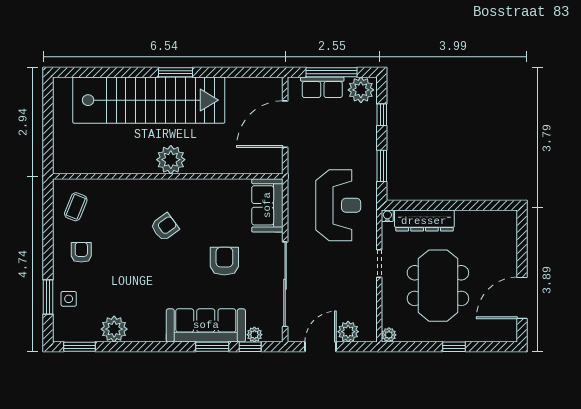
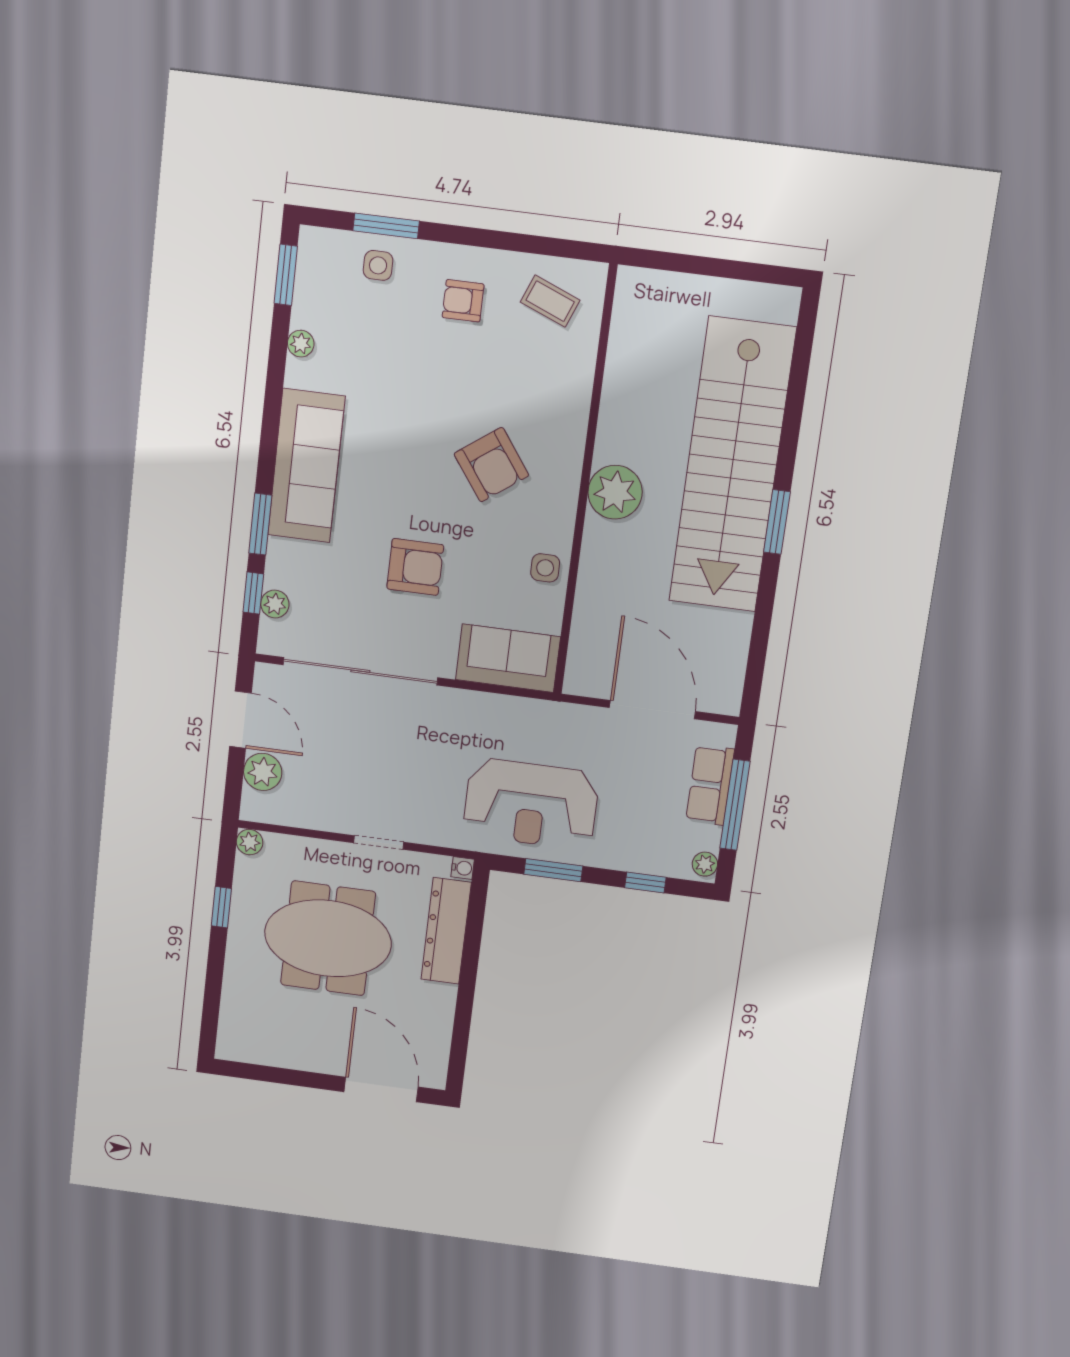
plant: (361, 90) -> (705, 864), width x0.53, depth x0.53
side table: (216, 192) -> (545, 568), added
reception desk: (338, 205) -> (531, 804), moved
armchair: (165, 227) -> (491, 465), width x1.38, depth x1.38
armchair: (81, 252) -> (463, 301), turned 180
door: (522, 298) -> (381, 1089), moved
sofa: (206, 325) -> (306, 466), moved
plant: (114, 329) -> (301, 344), width x0.53, depth x0.53
window: (454, 347) -> (221, 907), moved

